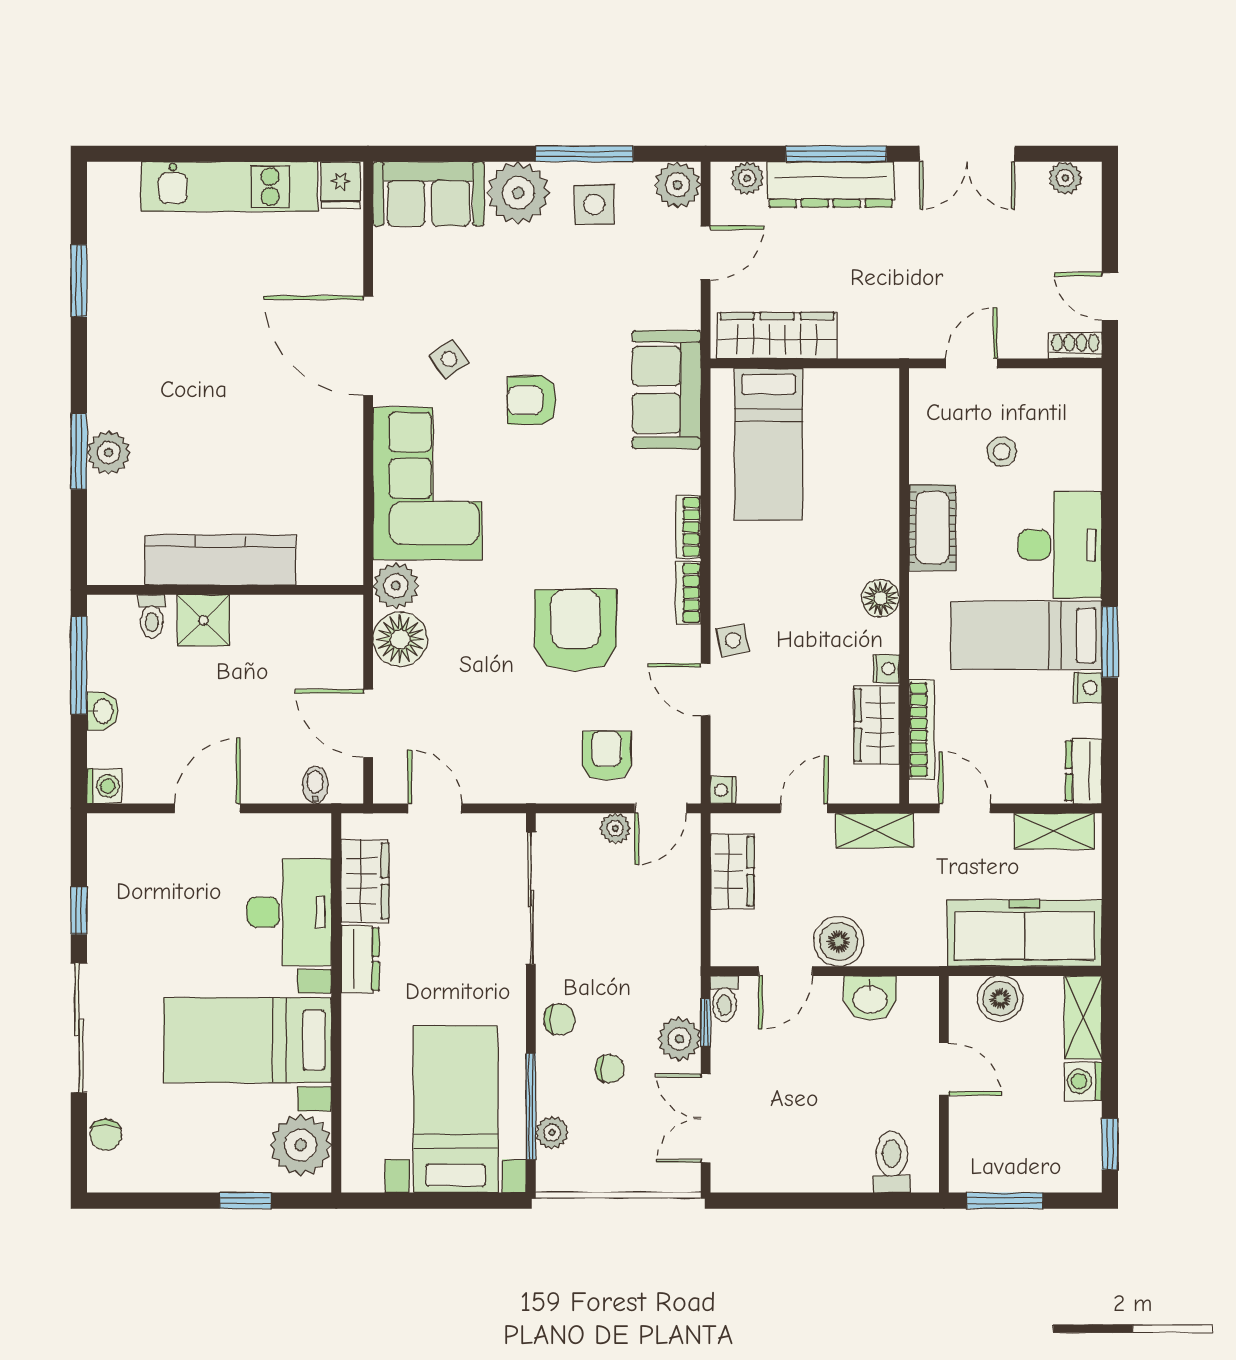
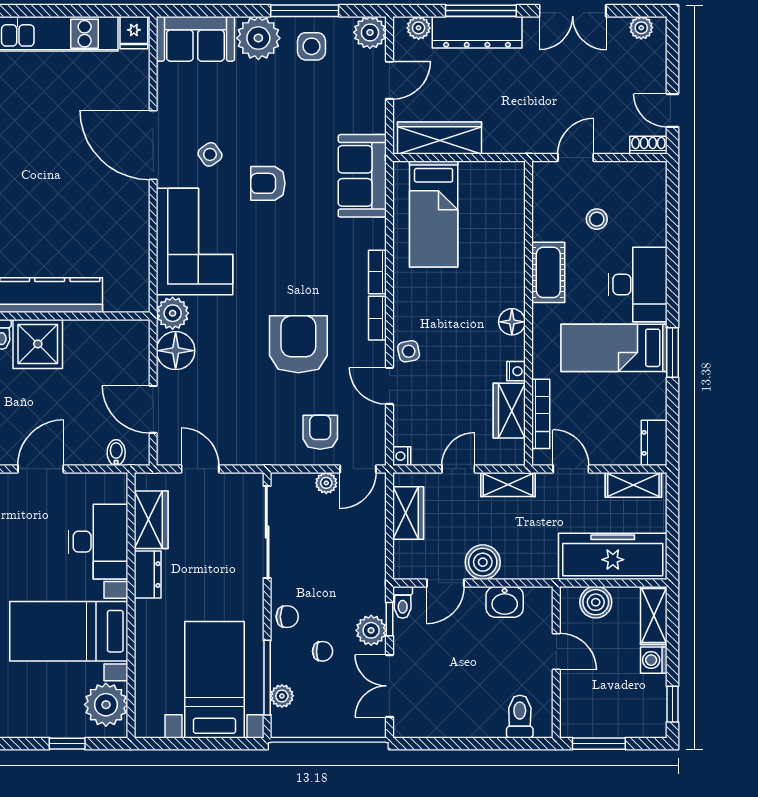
shower: (203, 620) -> (38, 344), width x1.36, depth x1.36
nightstand: (1088, 688) -> (657, 384), removed

